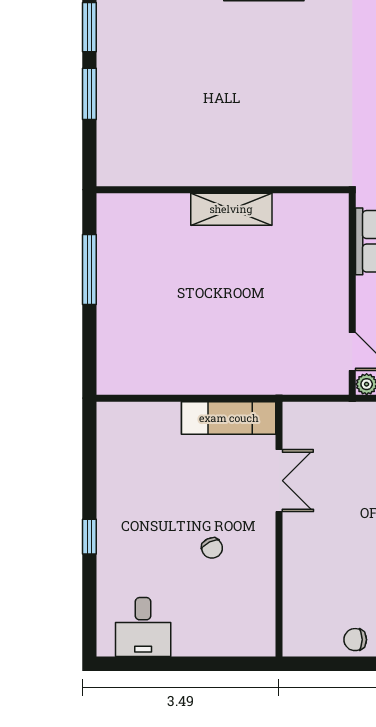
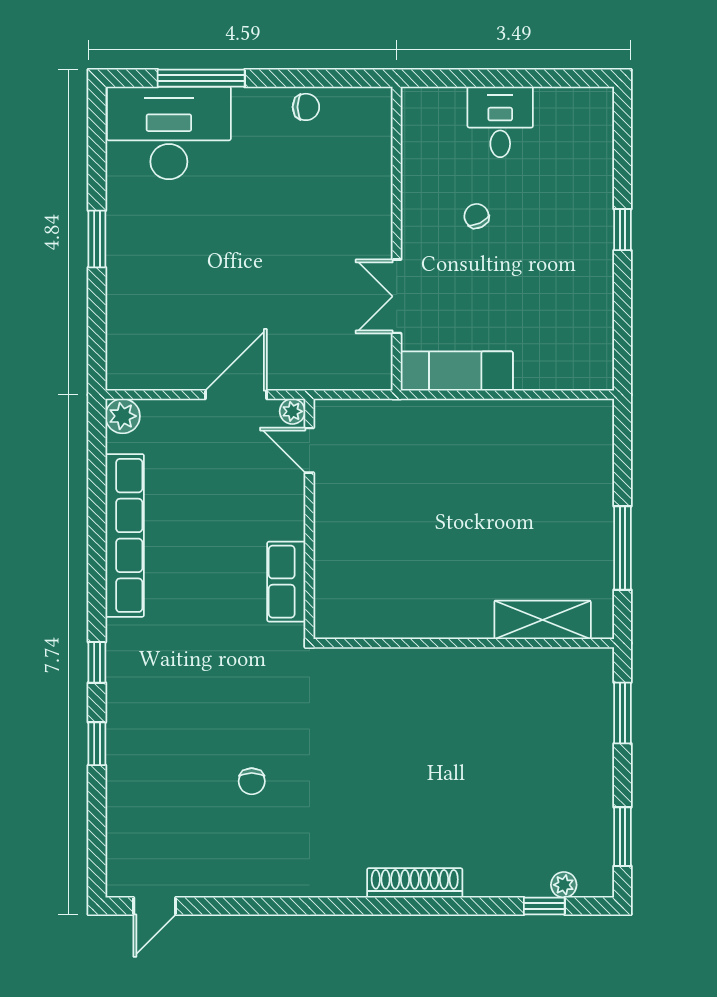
window: (89, 94) -> (623, 713), moved
shelving: (231, 209) -> (543, 620), moved
desk: (143, 627) -> (500, 122), moved

